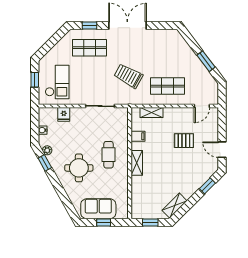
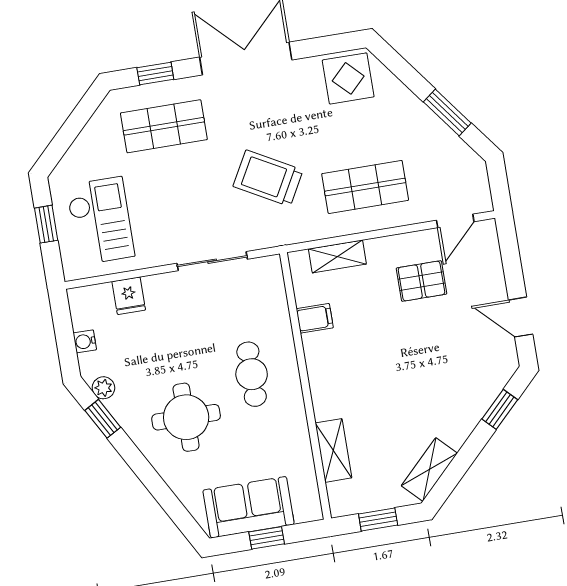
display table: (168, 41) -> (348, 78), added
pallet: (184, 141) -> (421, 281), moved
shelving: (137, 163) -> (333, 450), moved

